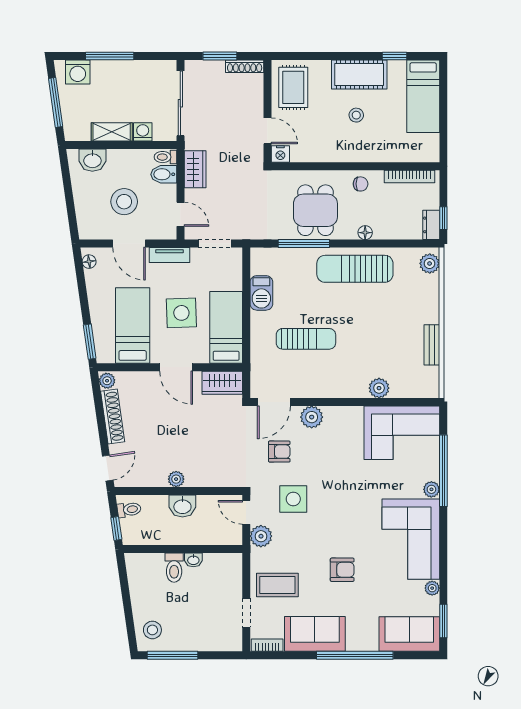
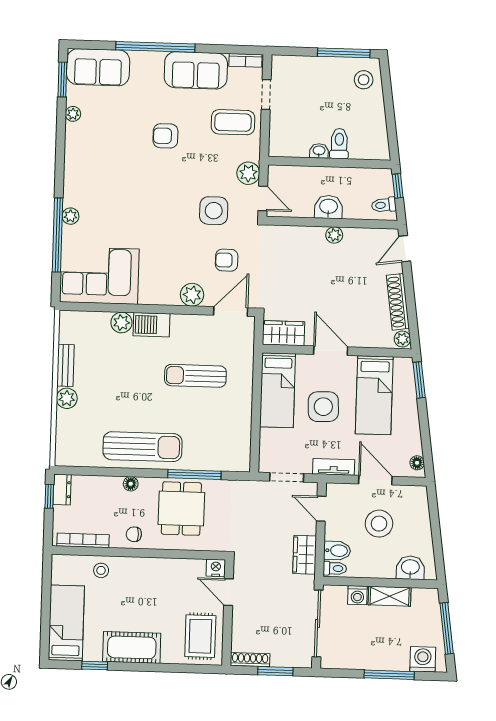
stool: (356, 115) -> (101, 570), moved
plant: (430, 263) -> (67, 398), moved
barbecue: (261, 293) -> (151, 325), moved, turned -90
corner sofa: (411, 539) -> (93, 165), removed

